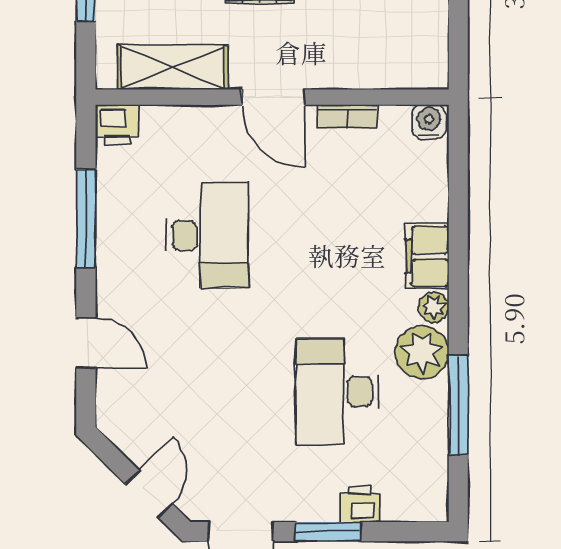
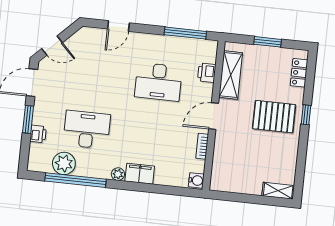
printer: (117, 124) -> (207, 73), moved
window: (86, 218) -> (185, 33), moved
plant: (422, 352) -> (64, 163), moved
window: (458, 405) -> (76, 180), width x1.46

